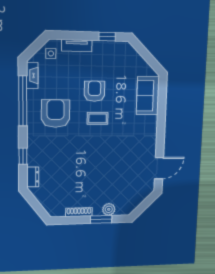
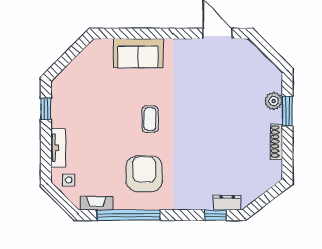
armchair: (94, 91) -> (115, 124), removed
sofa: (148, 96) -> (138, 53), moved
armchair: (56, 114) -> (144, 174), turned 90
window: (23, 156) -> (216, 215), moved

